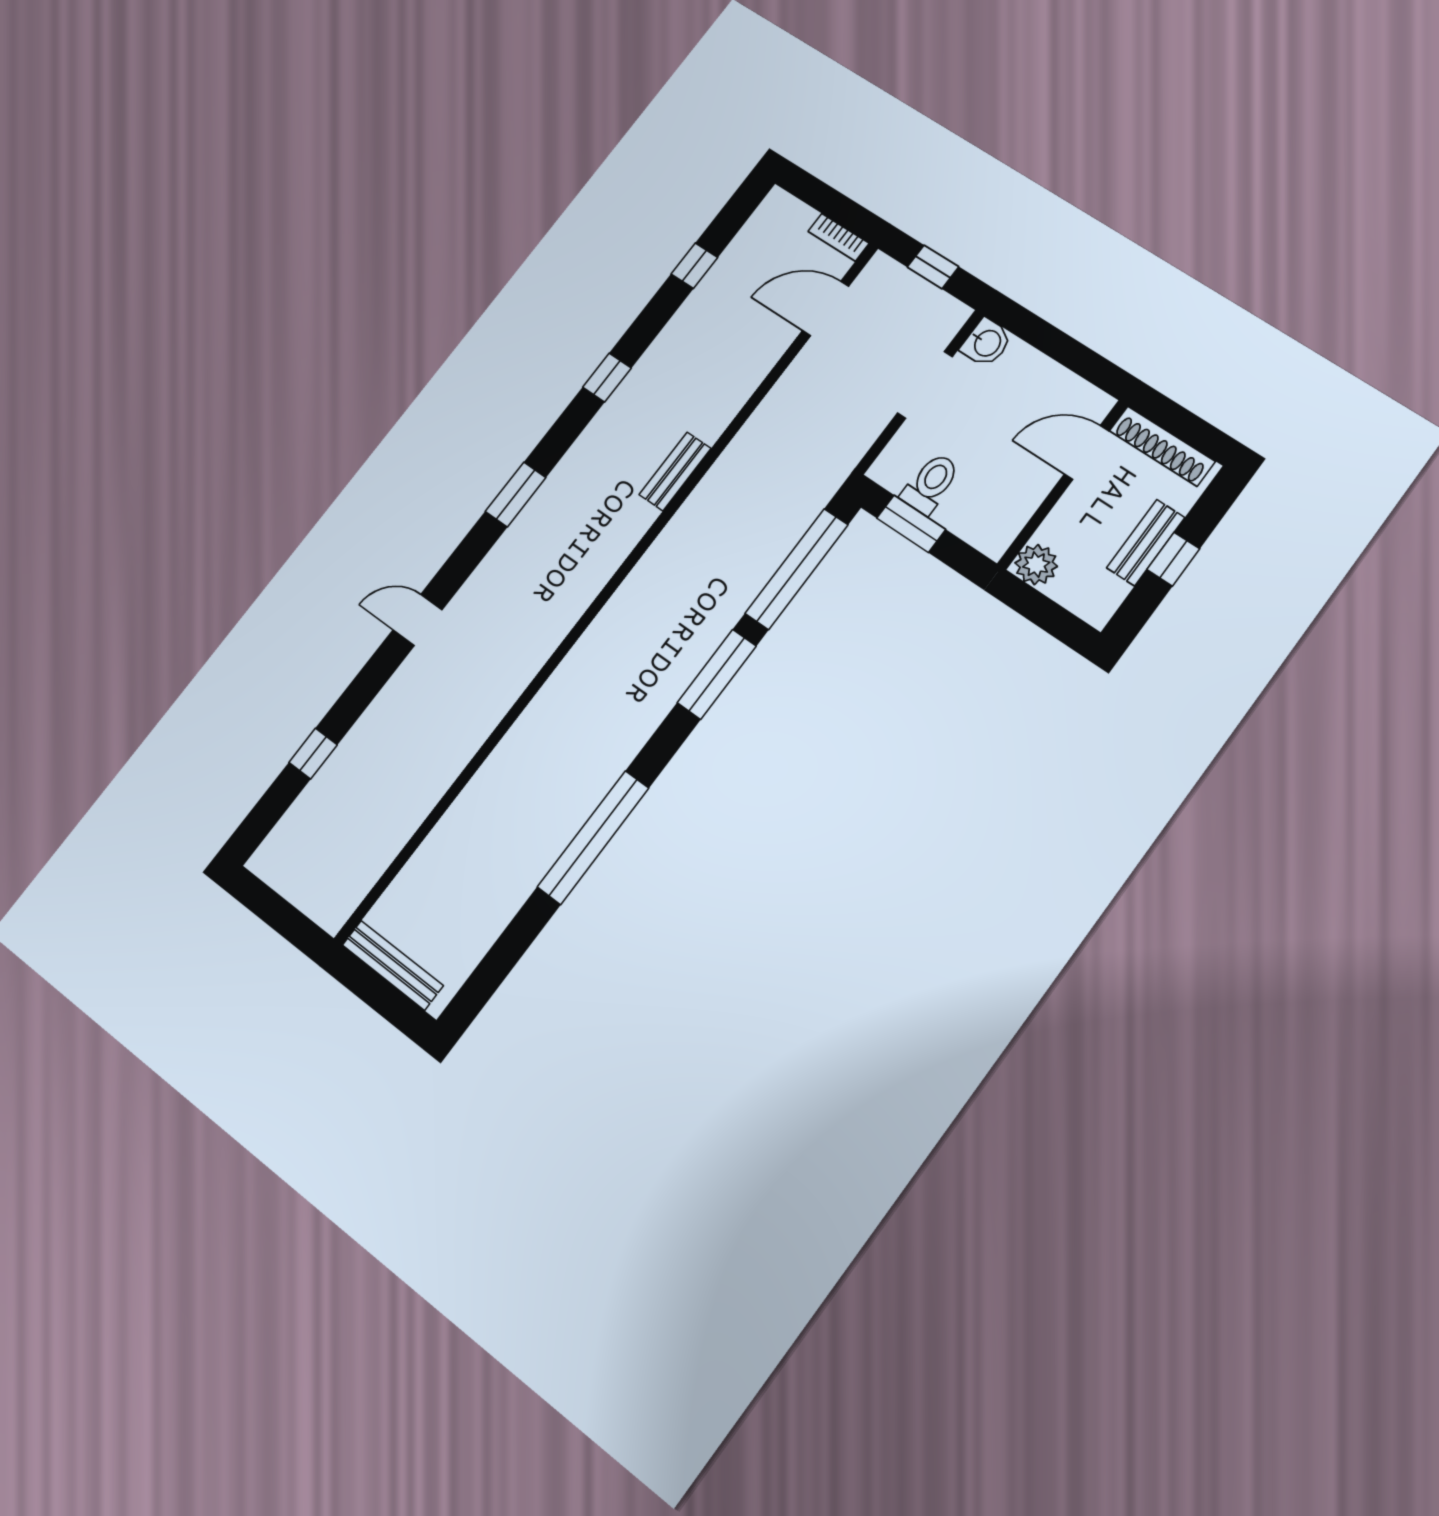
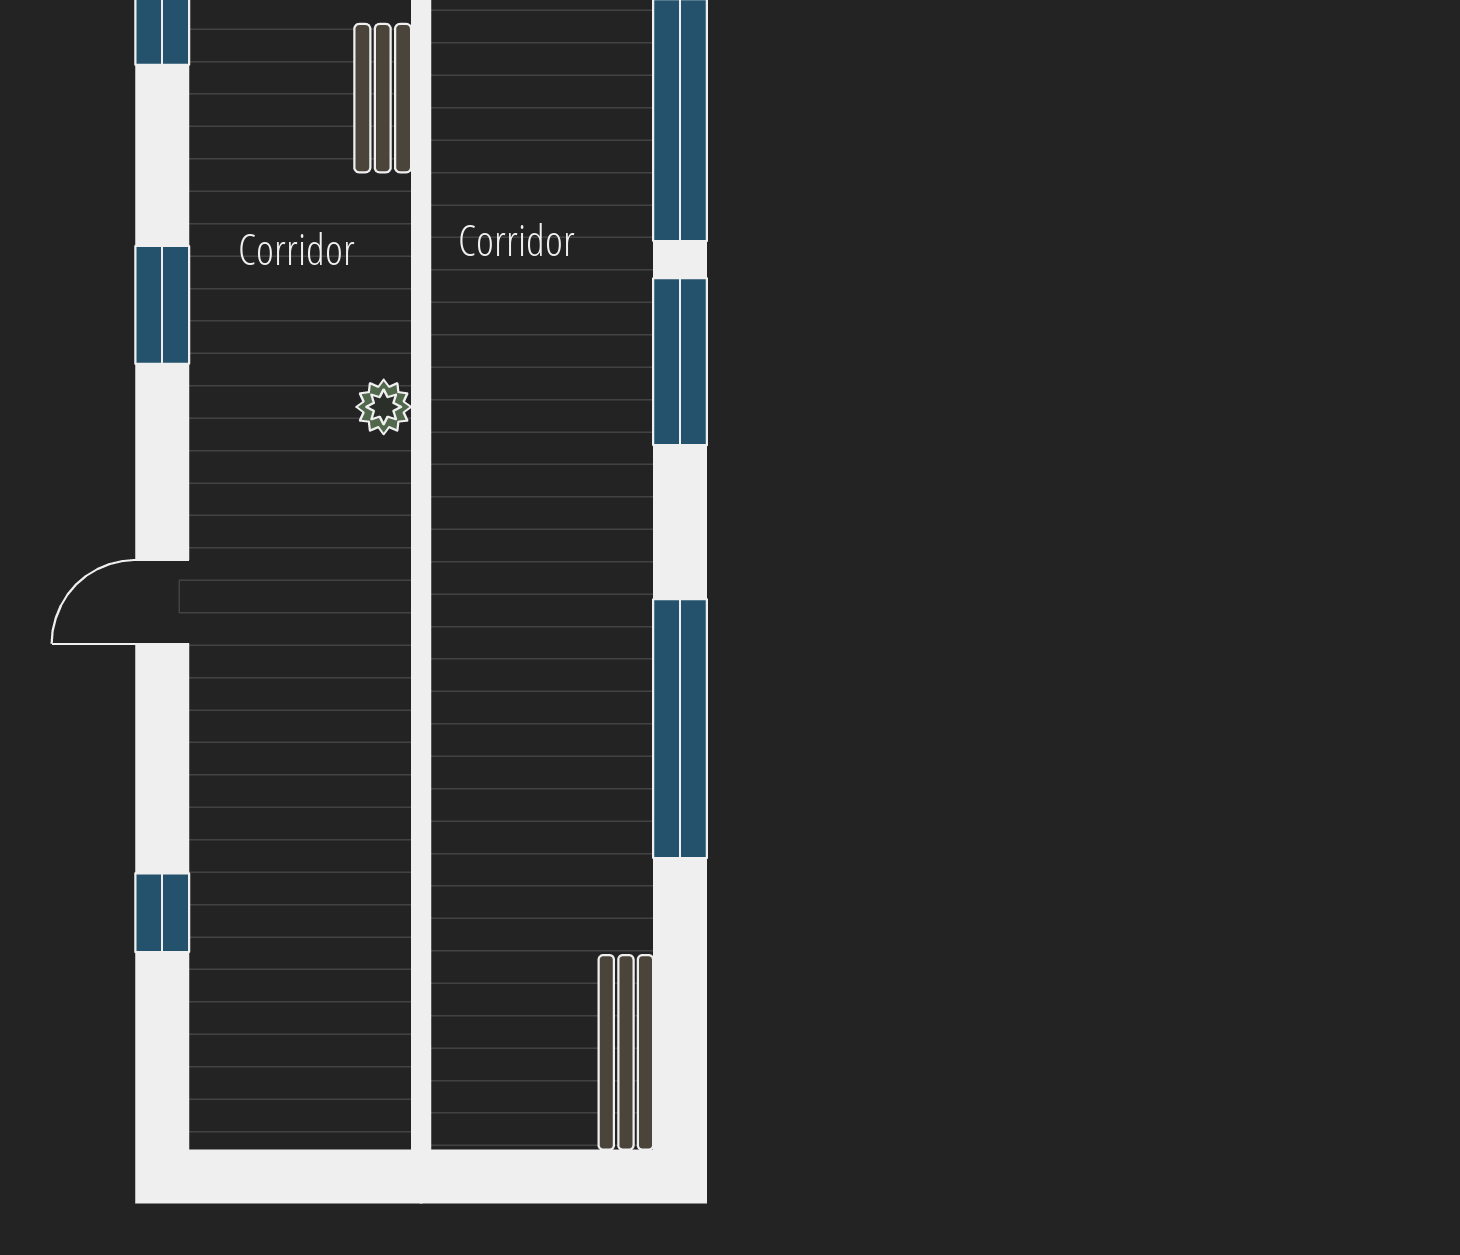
plant: (574, 603) -> (384, 407), added
bench: (393, 965) -> (626, 1052), moved, turned 90

